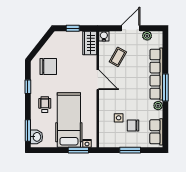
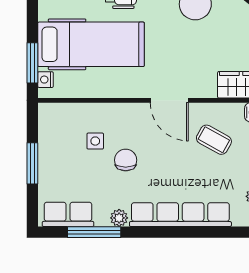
door: (98, 80) -> (169, 100), hinge flipped
window: (165, 87) -> (94, 232), moved
chair: (133, 125) -> (126, 160), moved

